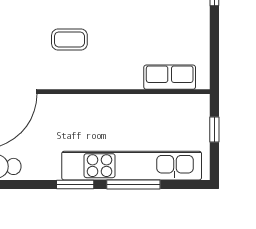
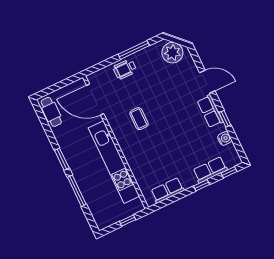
row of seats: (170, 77) -> (167, 190), moved, turned -90
kitchen unit: (132, 166) -> (114, 162), moved, turned 180

